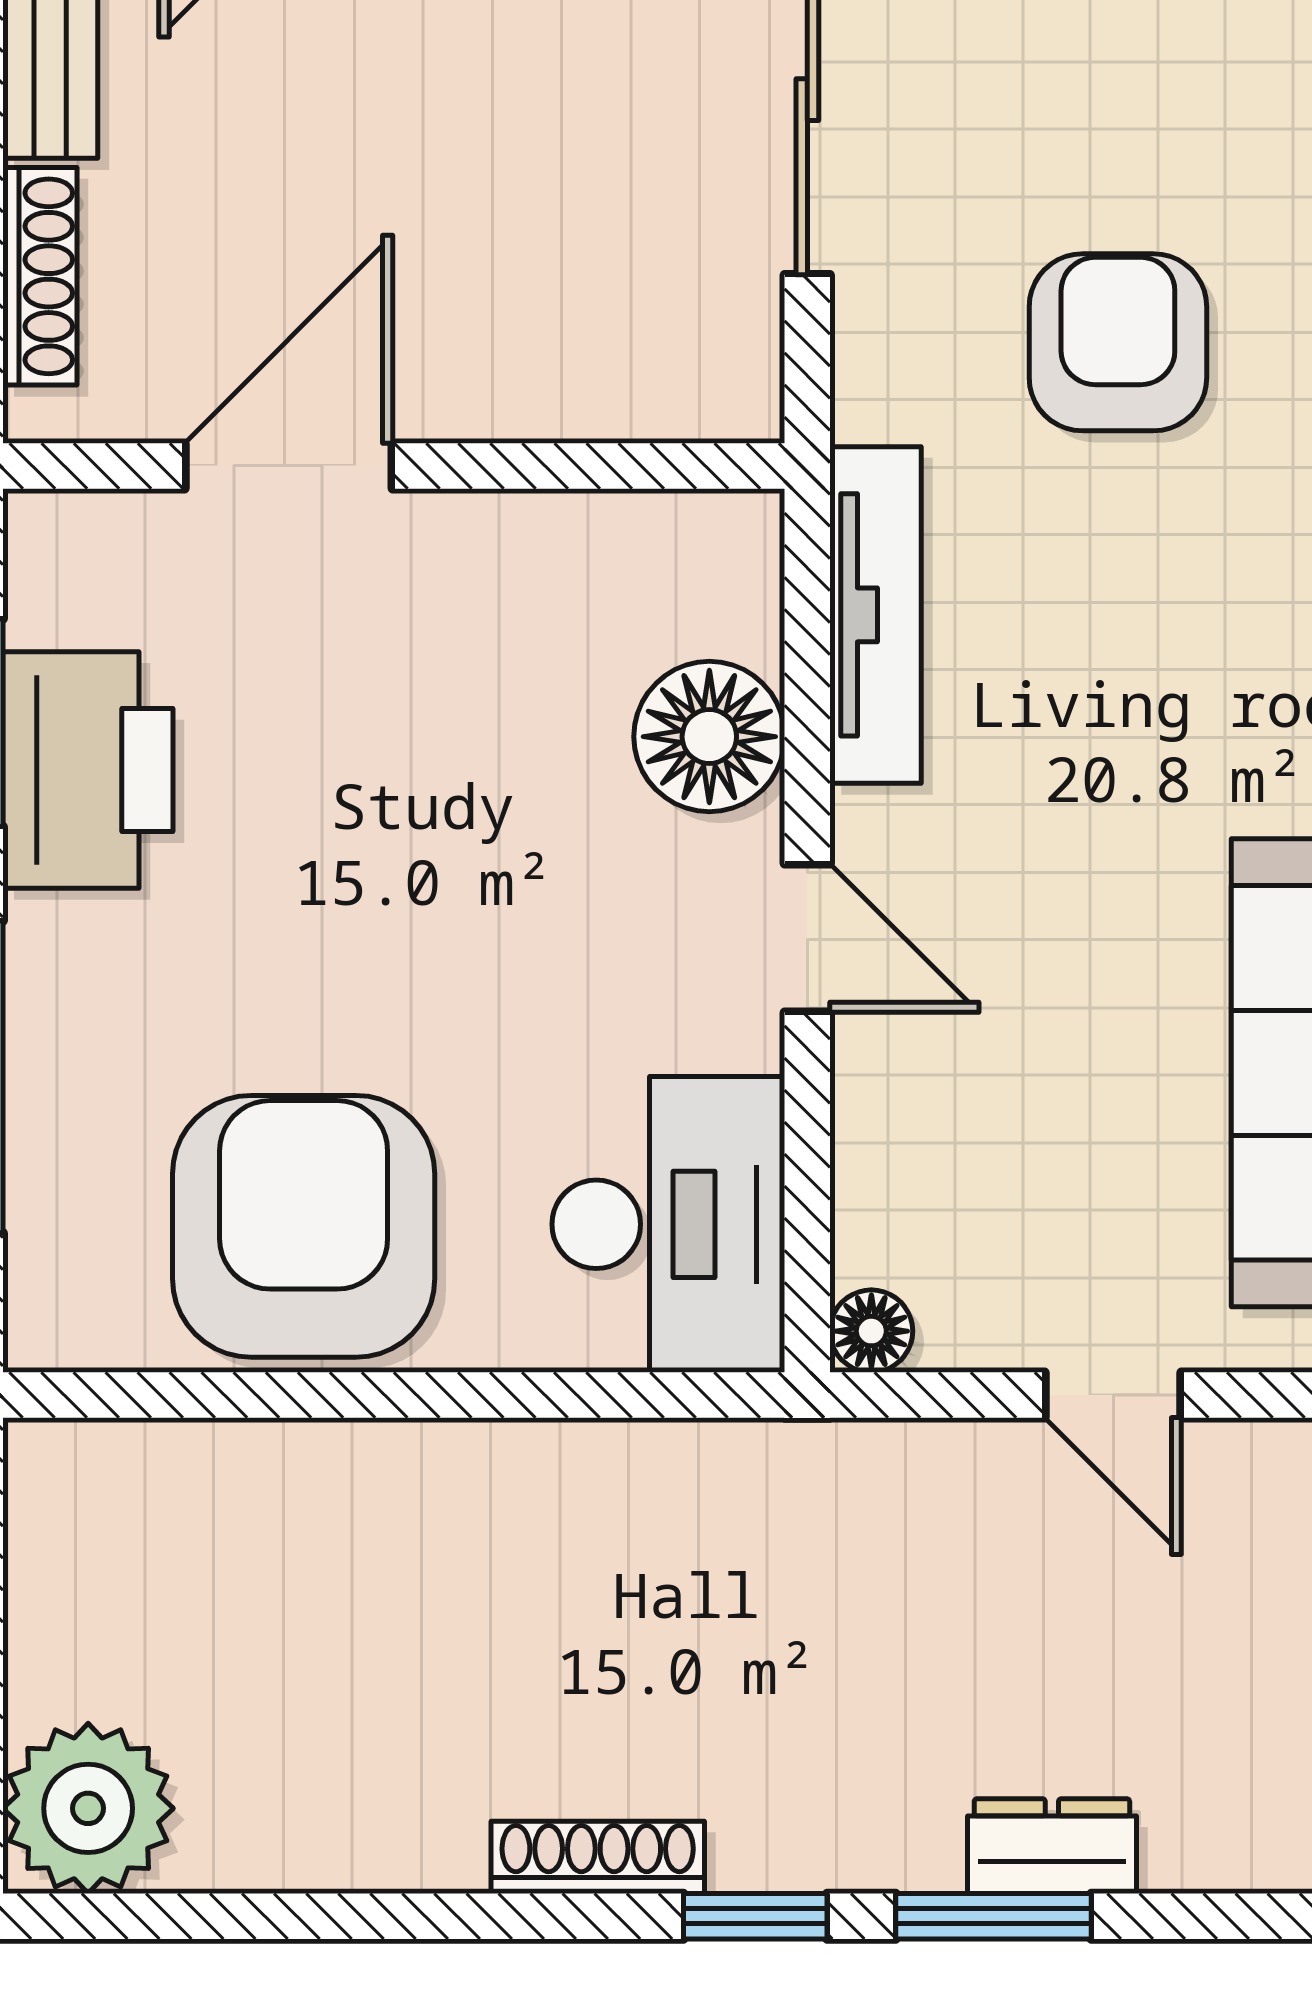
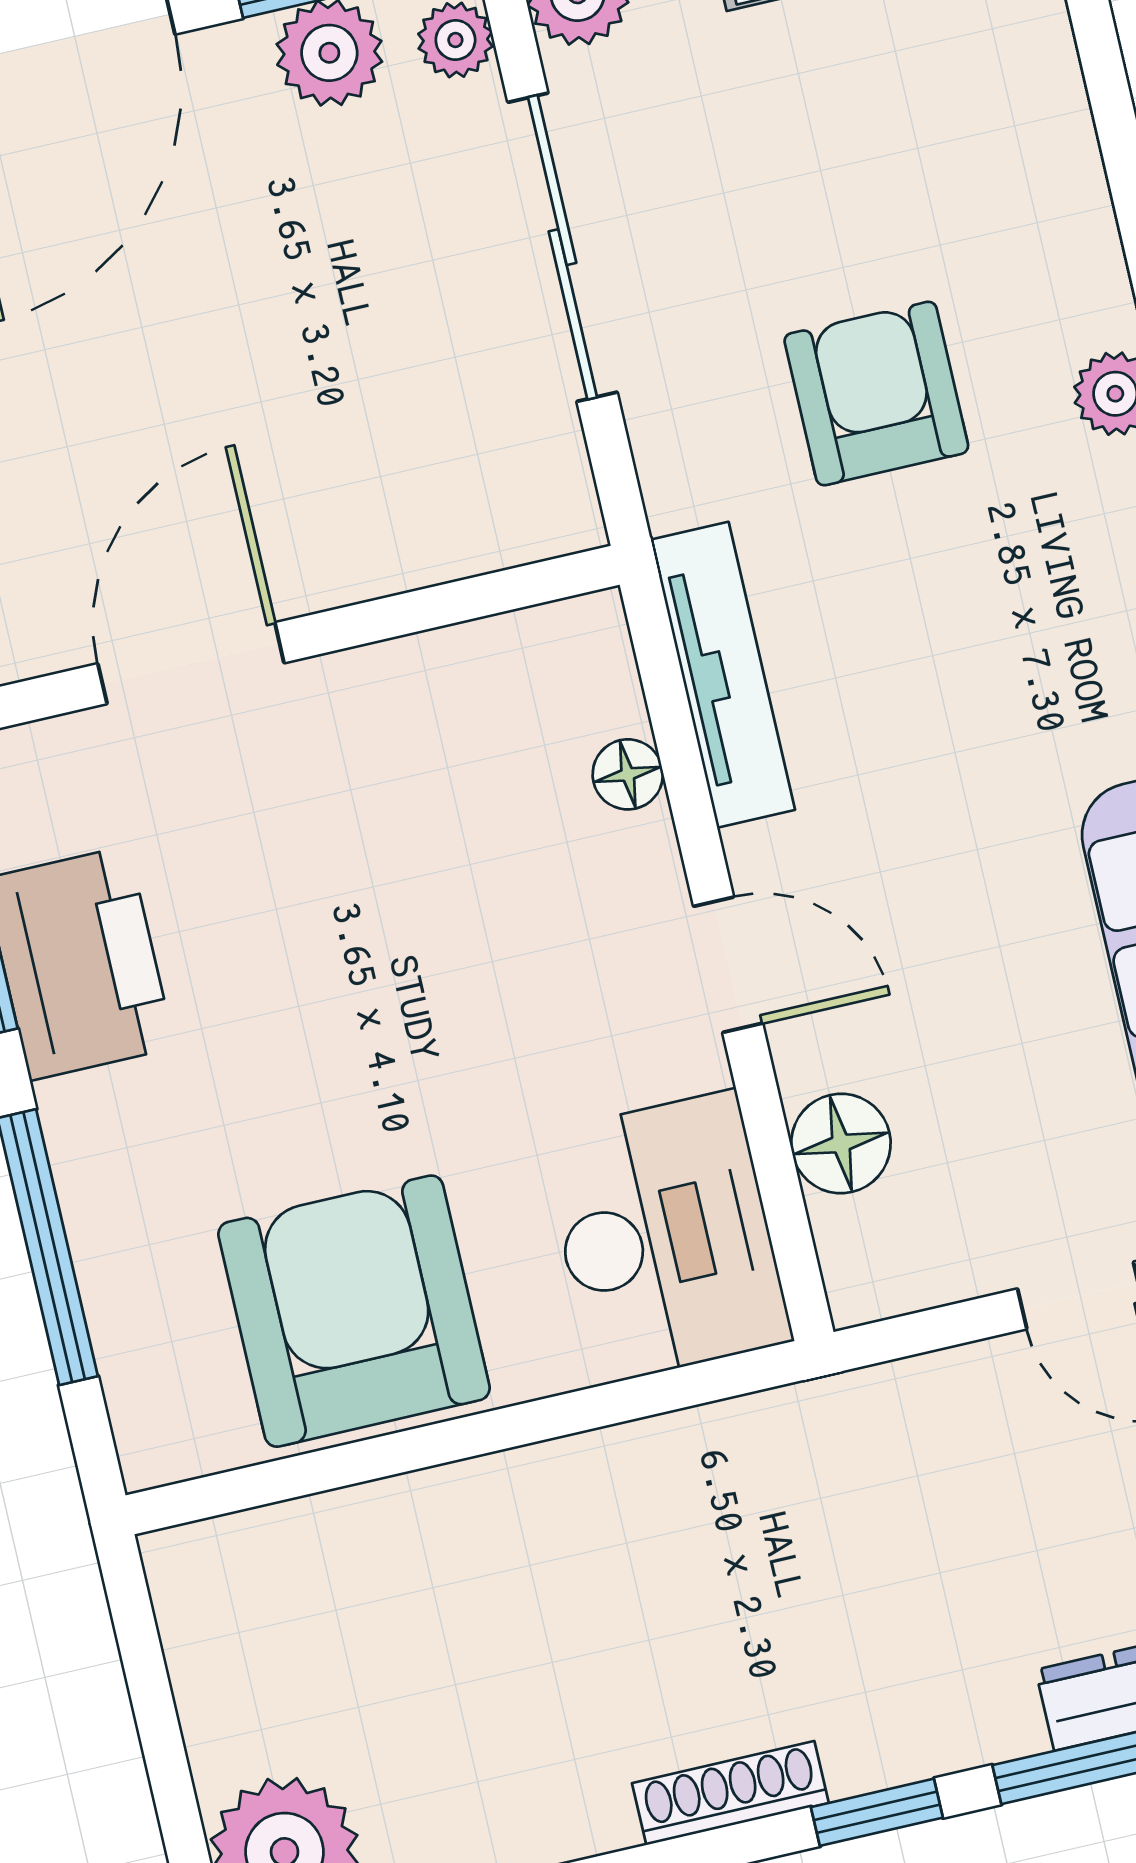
floor lamp: (709, 737) -> (628, 774), width x0.53, depth x0.53
floor lamp: (871, 1331) -> (841, 1143), moved, width x1.37, depth x1.37

